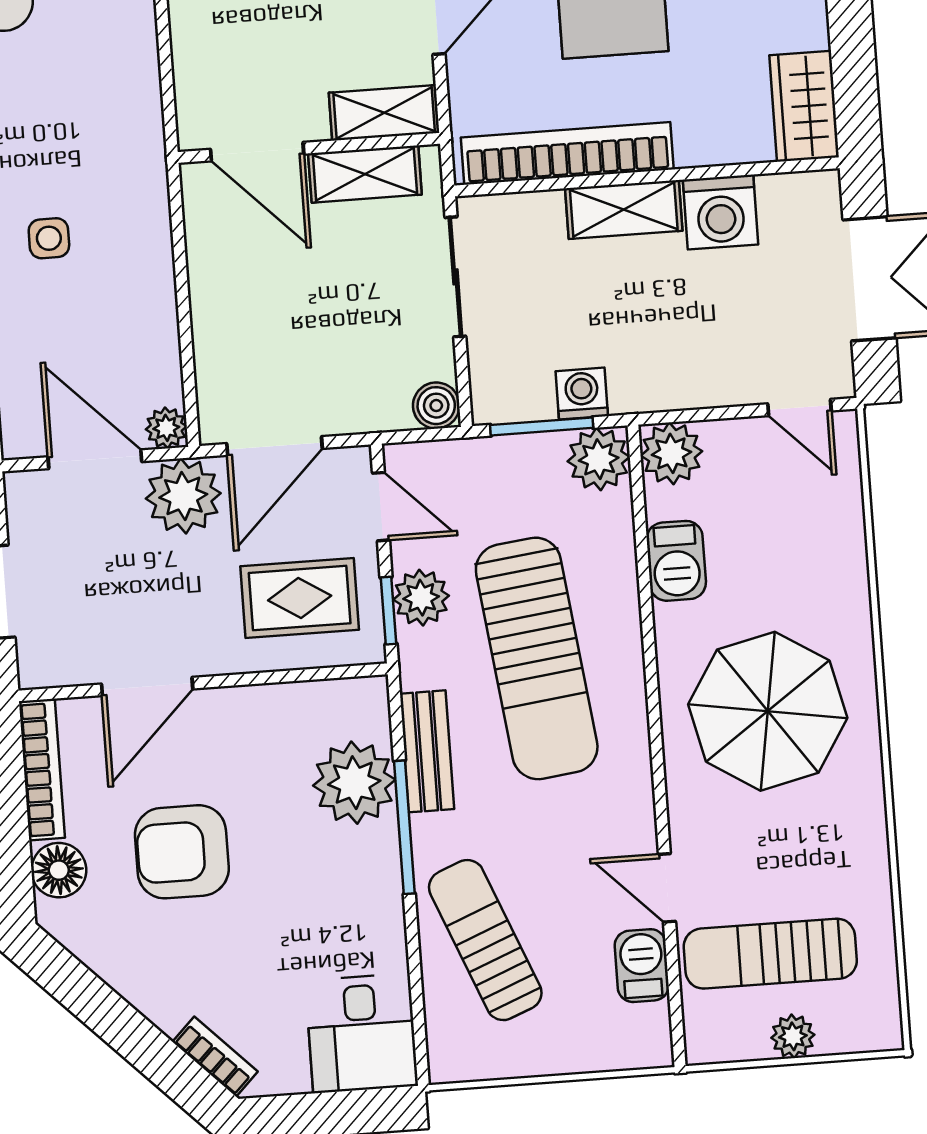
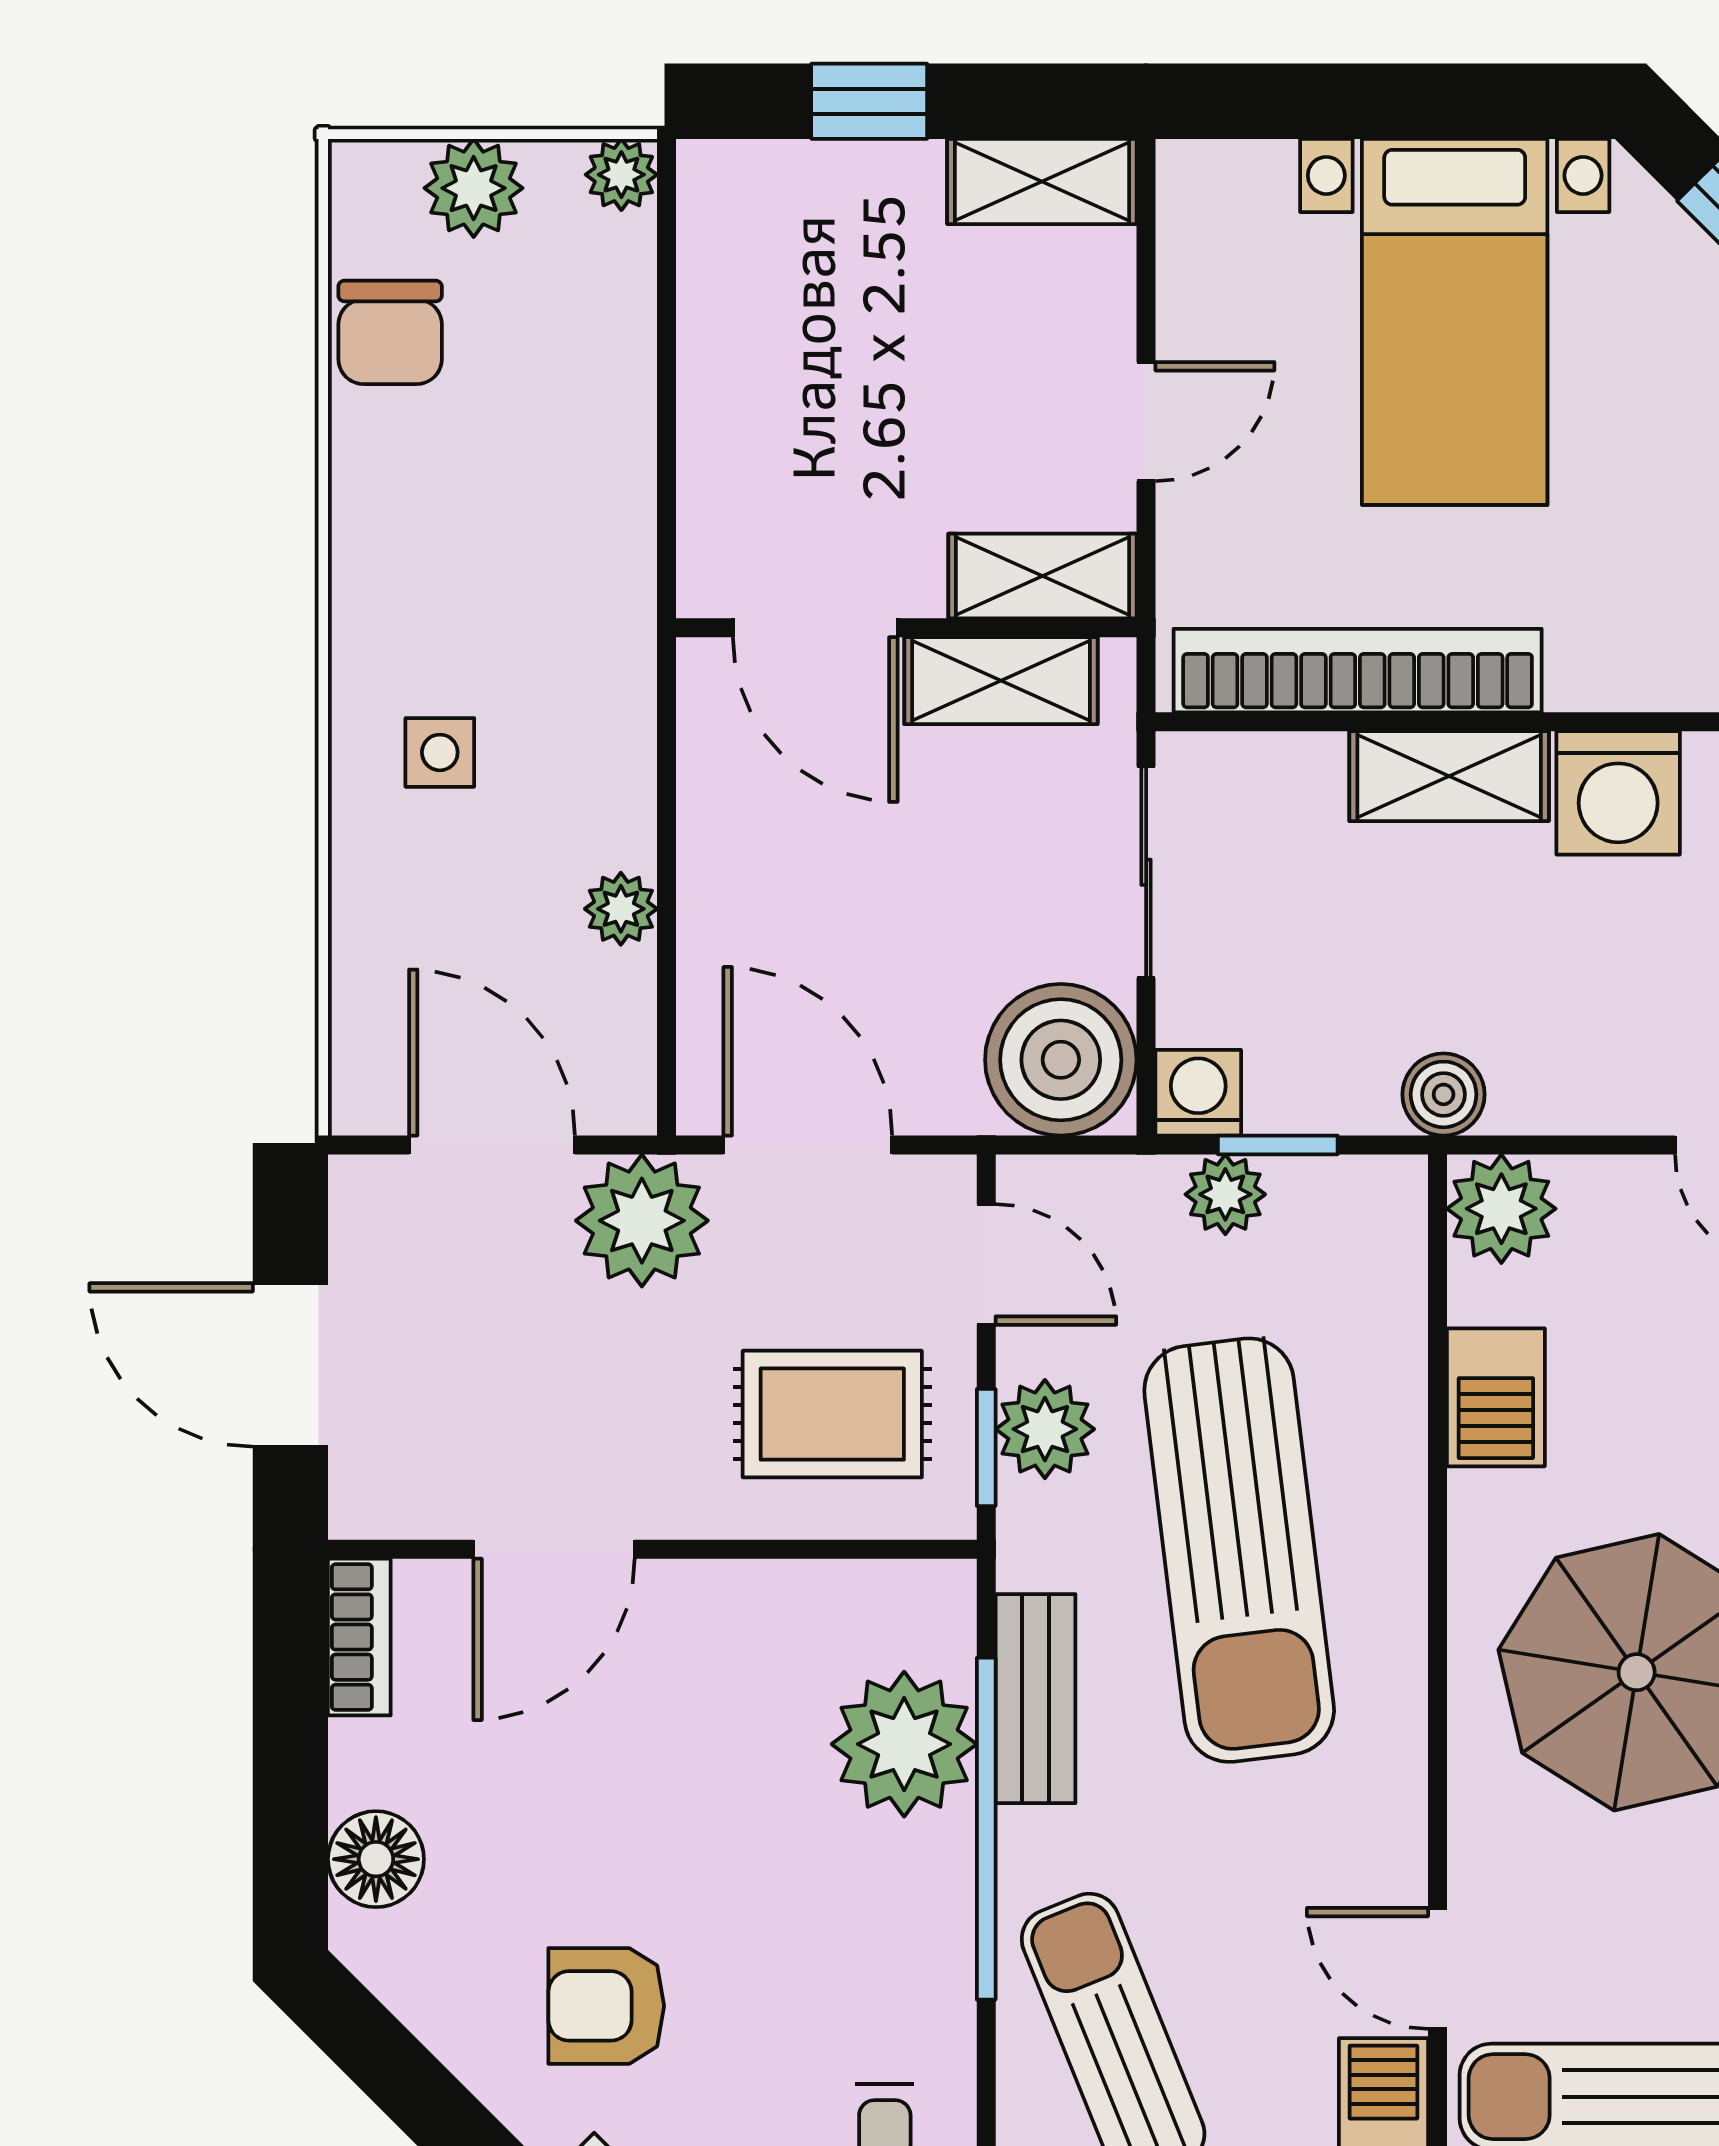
boiler: (634, 391) -> (1444, 1094), added
washing machine: (582, 394) -> (1198, 1093), moved
boiler: (436, 406) -> (1061, 1060), width x1.86, depth x1.86
window: (542, 426) -> (1278, 1145), width x0.67
plant: (166, 428) -> (621, 909), moved
door: (274, 446) -> (808, 1145), swing flipped
plant: (599, 459) -> (1225, 1194), moved, width x0.73, depth x0.73
bookcase: (42, 770) -> (359, 1637), width x0.64
window: (404, 827) -> (986, 1829), width x1.46
armchair: (182, 852) -> (606, 2006), moved, width x0.72, depth x0.72

